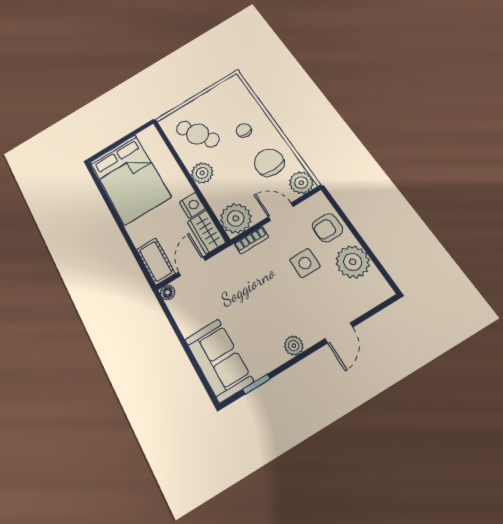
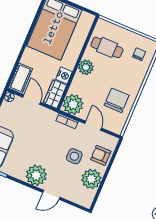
chair: (244, 130) -> (139, 54), moved
cafe table: (198, 134) -> (107, 47), turned -58
plant: (301, 183) -> (117, 126), removed
door: (192, 266) -> (32, 100), hinge flipped
plant: (294, 346) -> (36, 175), width x1.88, depth x1.88

